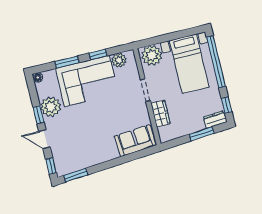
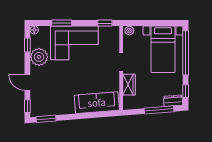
window: (98, 54) -> (105, 23), moved
plant: (152, 55) -> (129, 31), width x0.53, depth x0.53
plant: (119, 60) -> (105, 32), removed
window: (38, 115) -> (27, 45), moved
window: (202, 134) -> (159, 110), width x1.44
sofa: (135, 141) -> (97, 103), width x1.36

